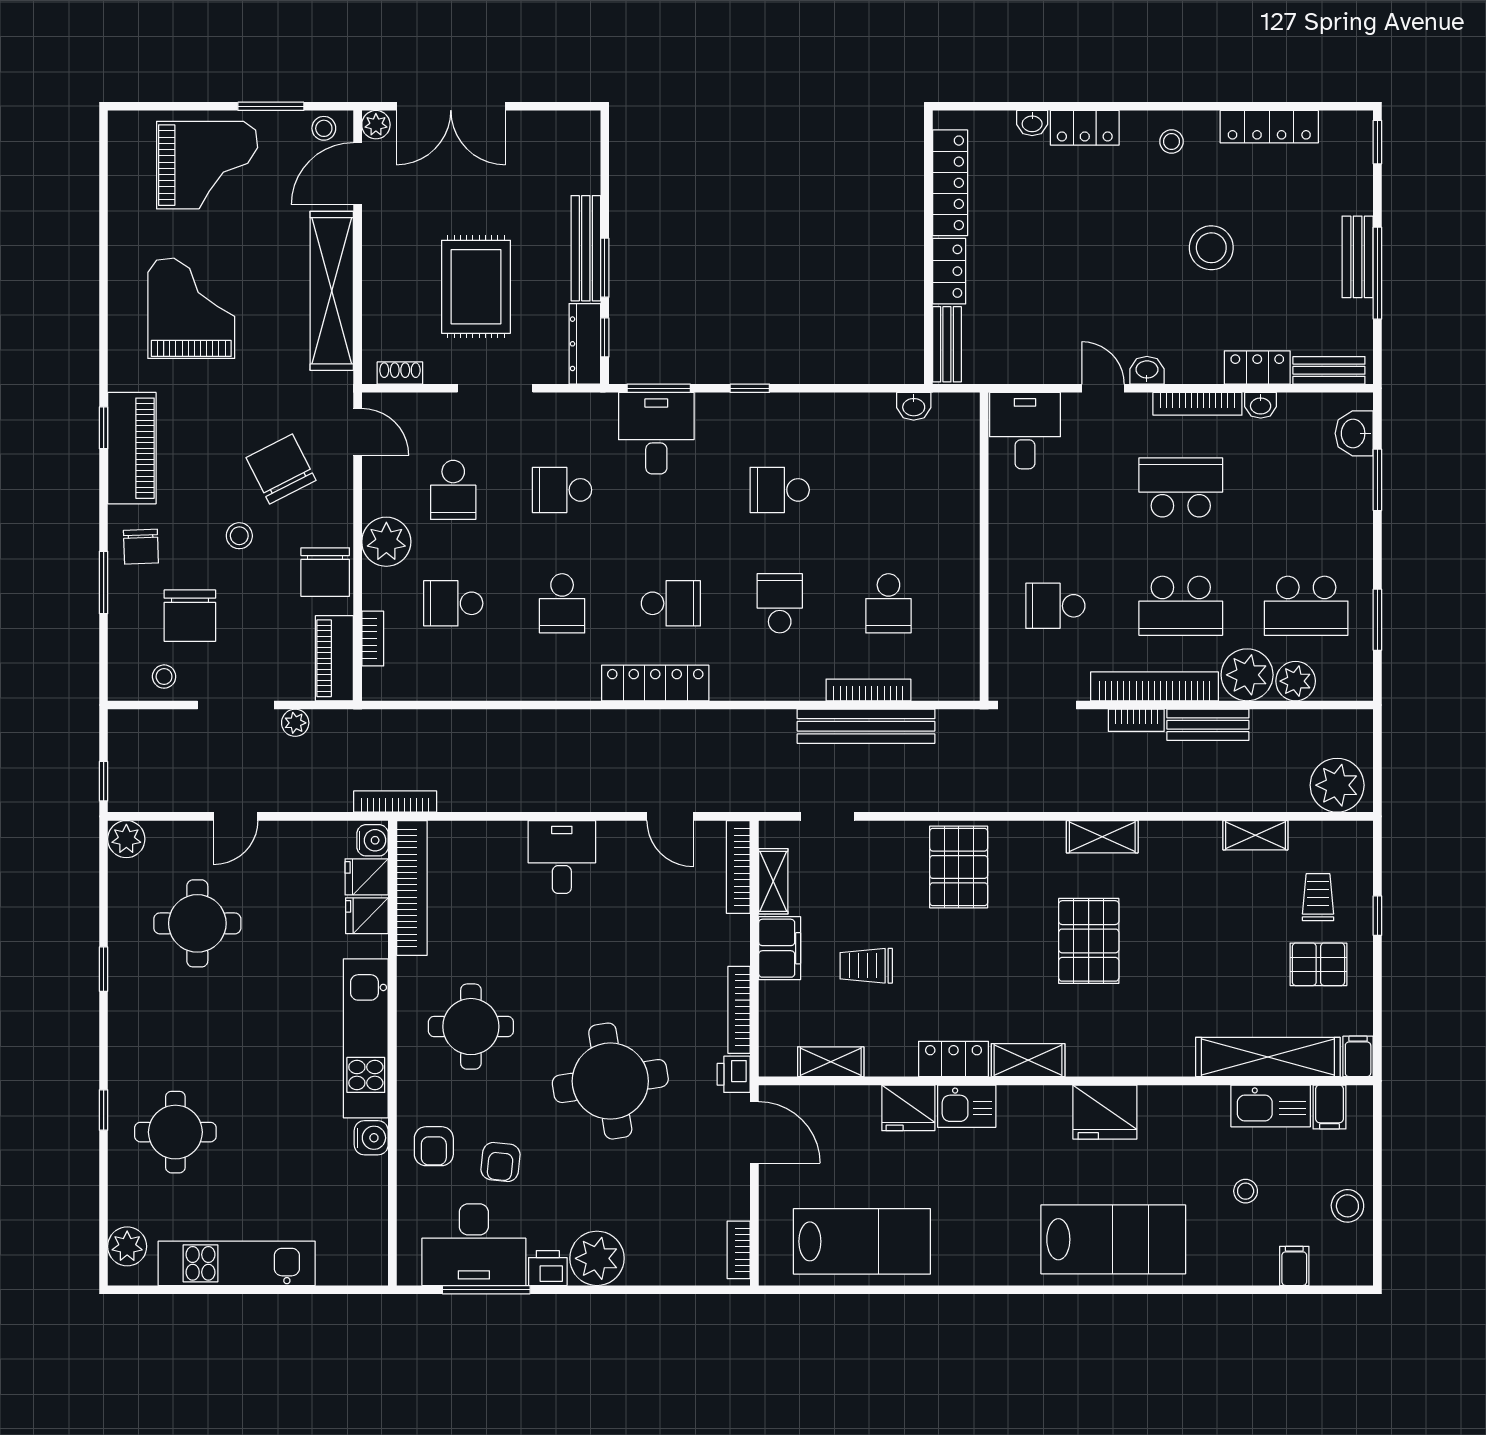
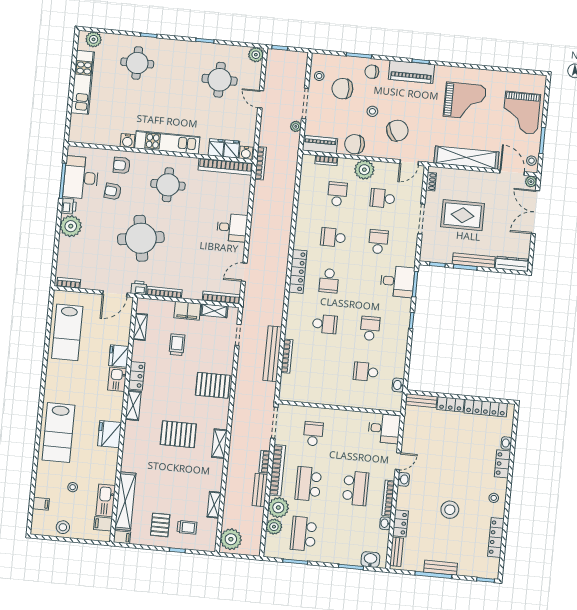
dresser: (585, 344) -> (512, 264), moved
school desk: (888, 603) -> (366, 372), moved

